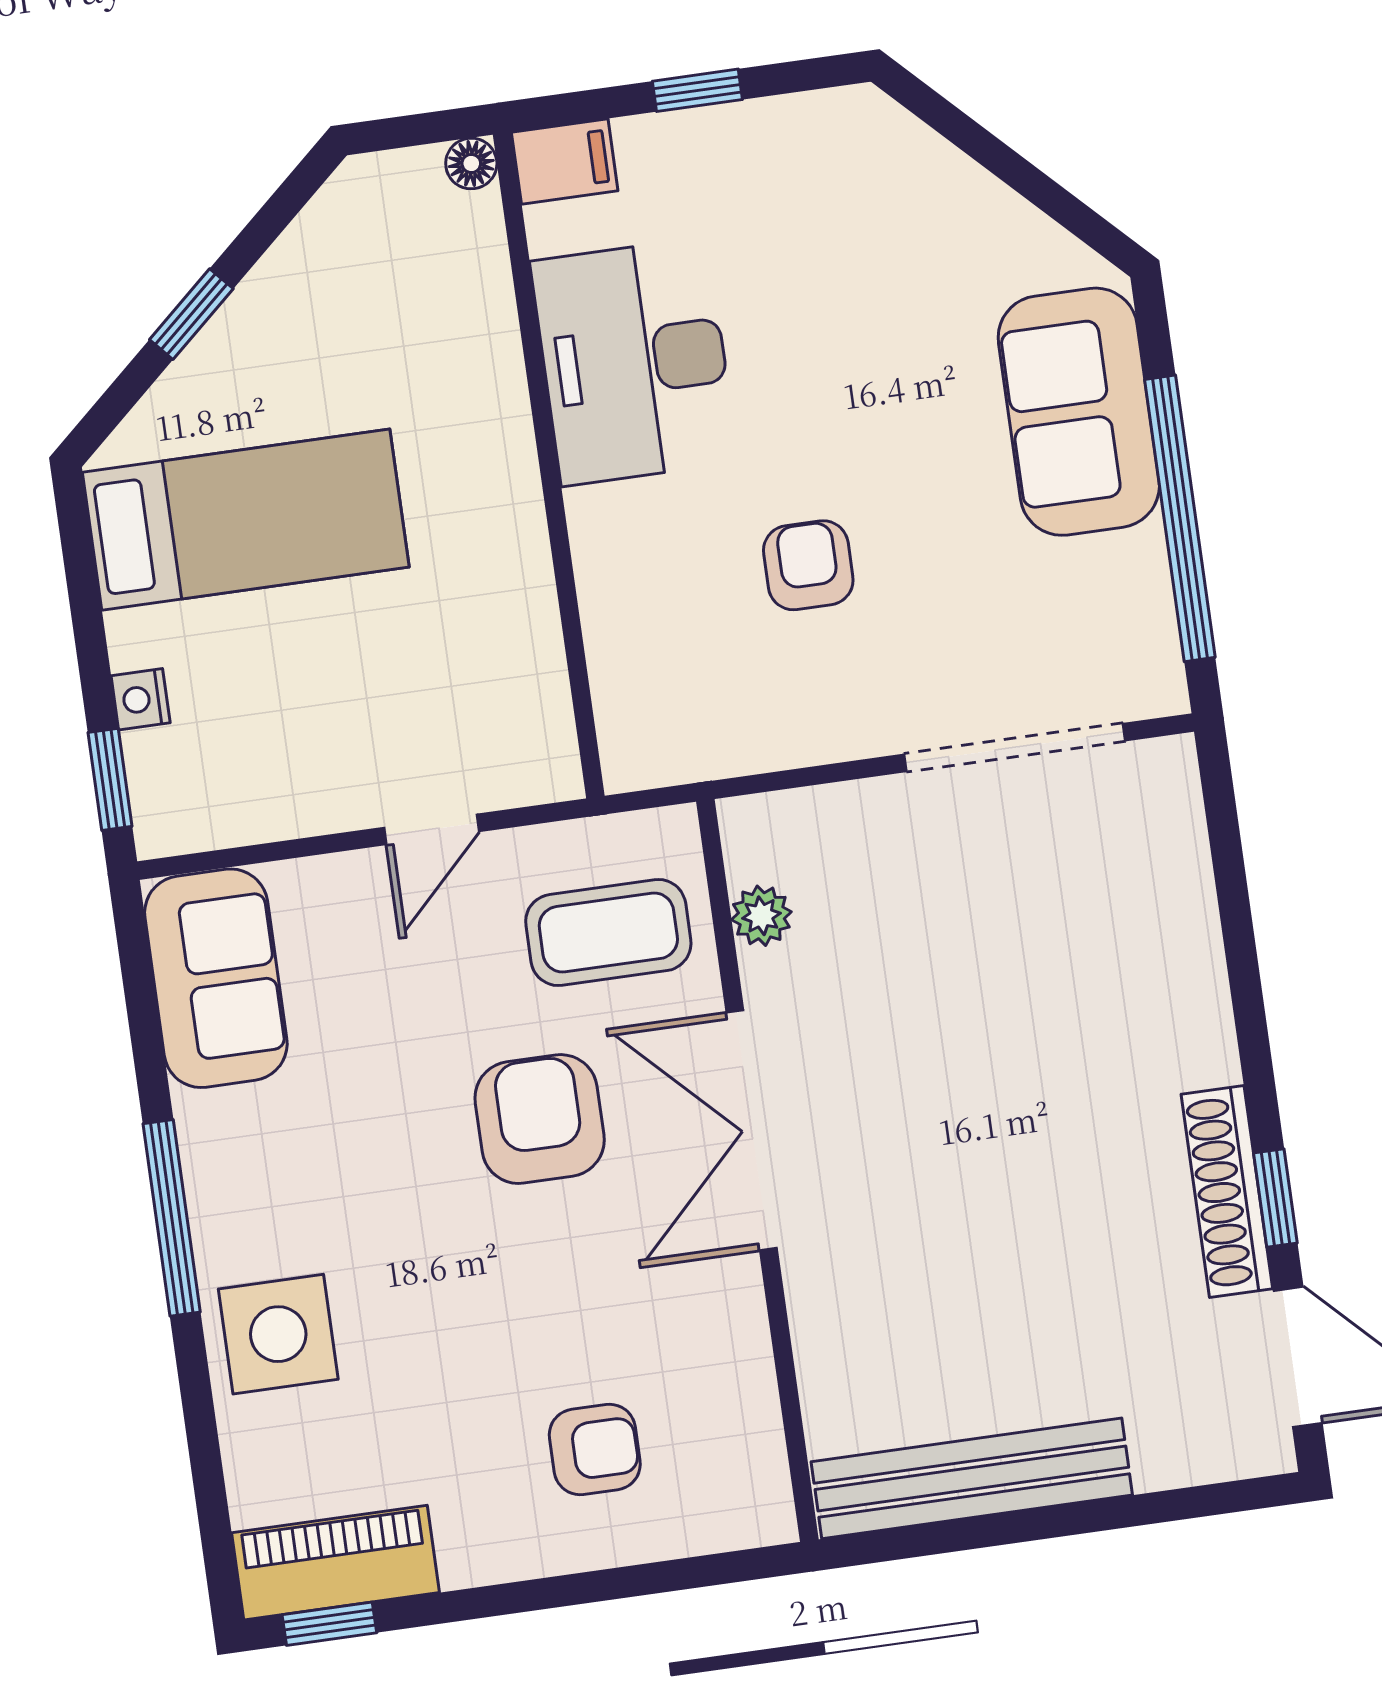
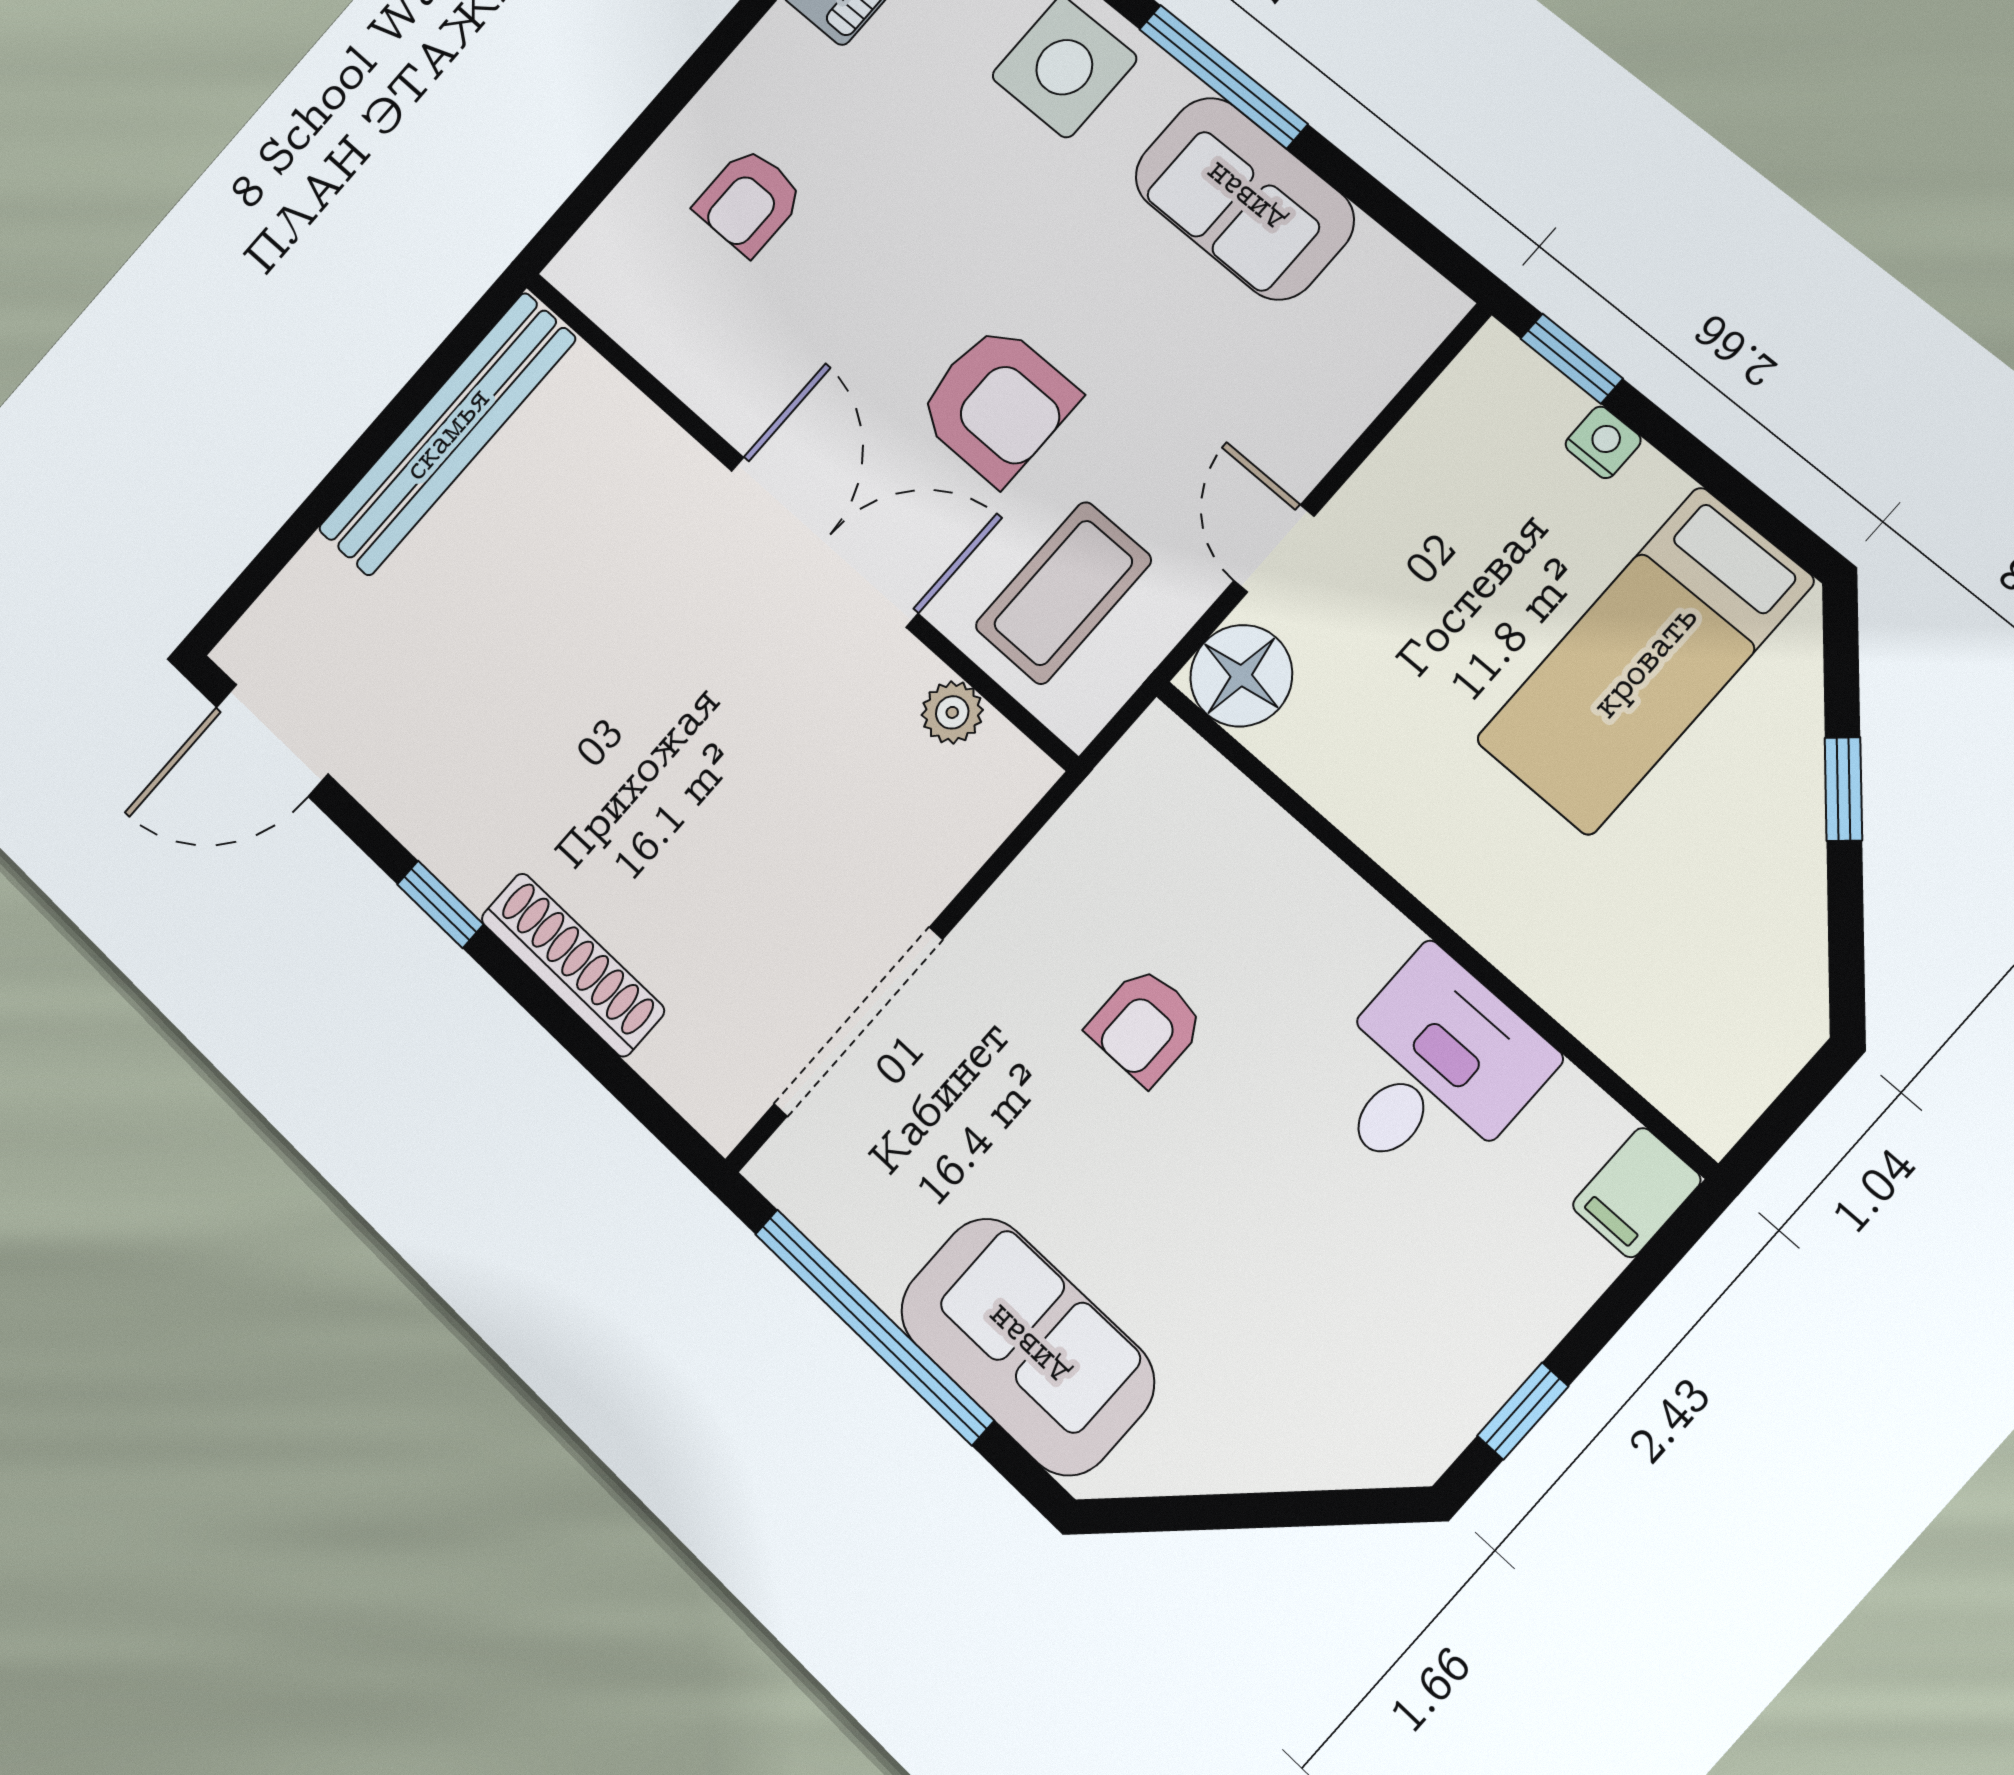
window: (697, 90) -> (1523, 1411), moved
floor lamp: (471, 163) -> (1241, 676), moved, width x1.89, depth x1.89
desk: (634, 362) -> (1432, 1071), width x0.73
armchair: (808, 565) -> (1146, 1026), turned 90
sofa: (216, 978) -> (1244, 198), moved
shoe rack: (1227, 1191) -> (572, 964), moved
window: (1275, 1198) -> (440, 904), moved

